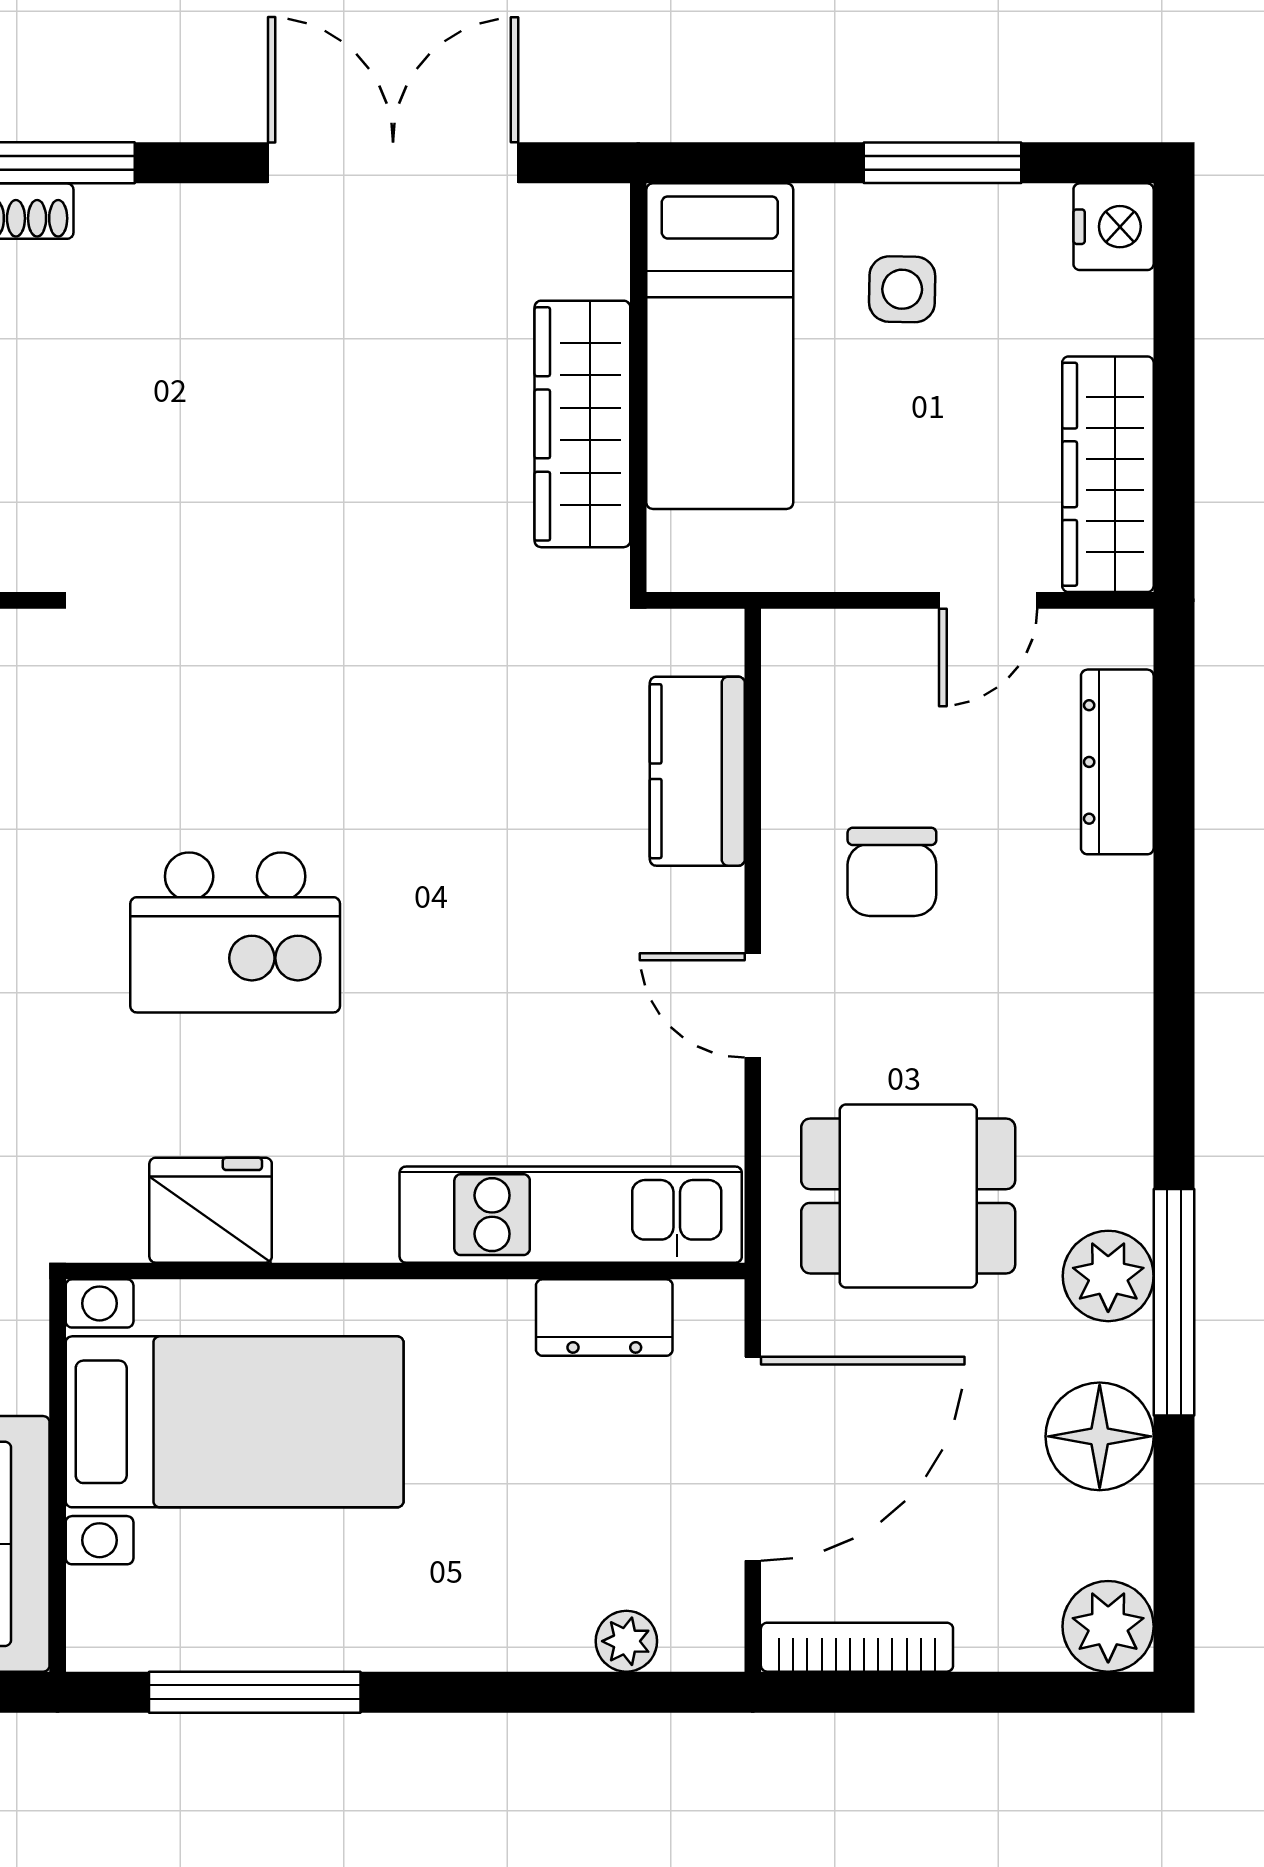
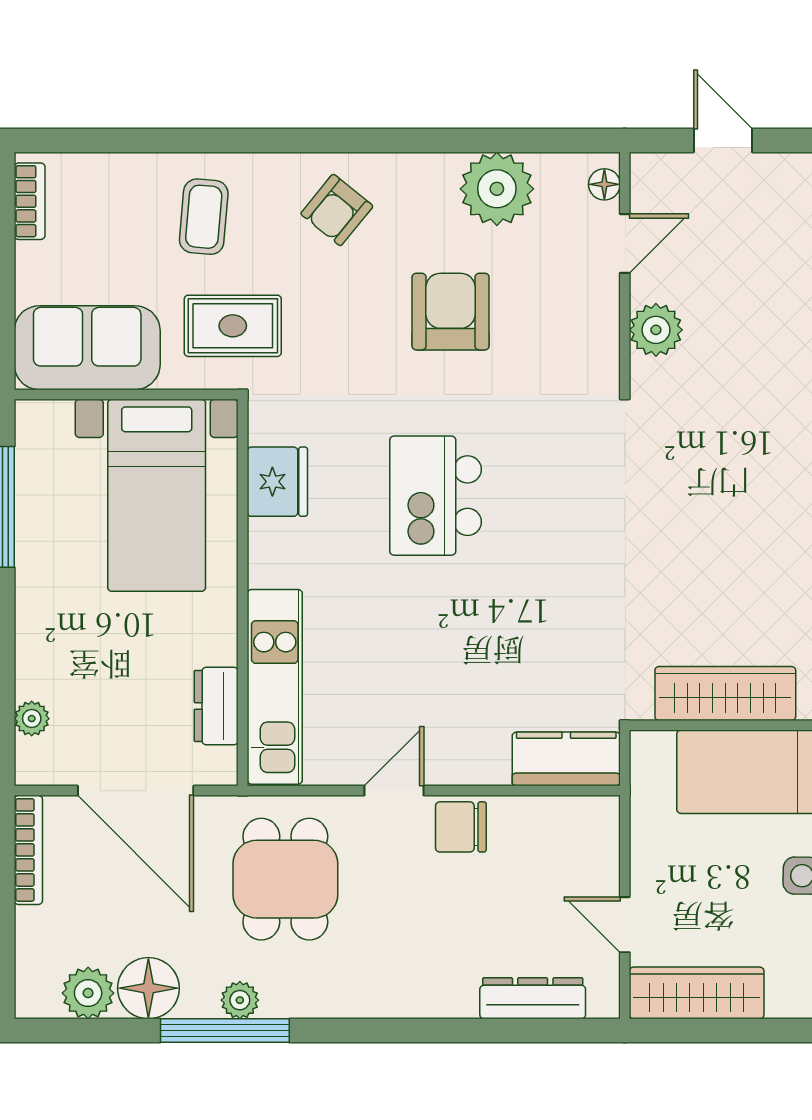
kitchen counter: (697, 771) -> (566, 759), moved
chair: (892, 872) -> (461, 827), moved
plant: (1108, 1276) -> (240, 1000), width x0.73, depth x0.73
plant: (1108, 1626) -> (88, 993), moved

